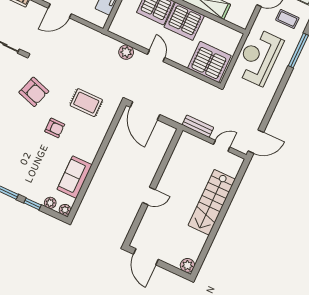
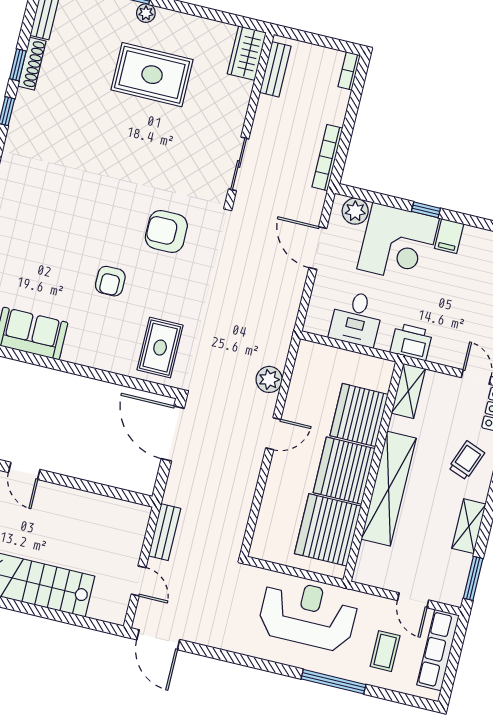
server rack: (209, 62) -> (328, 530), moved, turned 180
armchair: (34, 92) -> (166, 231), turned 72
rug: (86, 103) -> (160, 348), moved
door: (145, 111) -> (173, 434), hinge flipped

